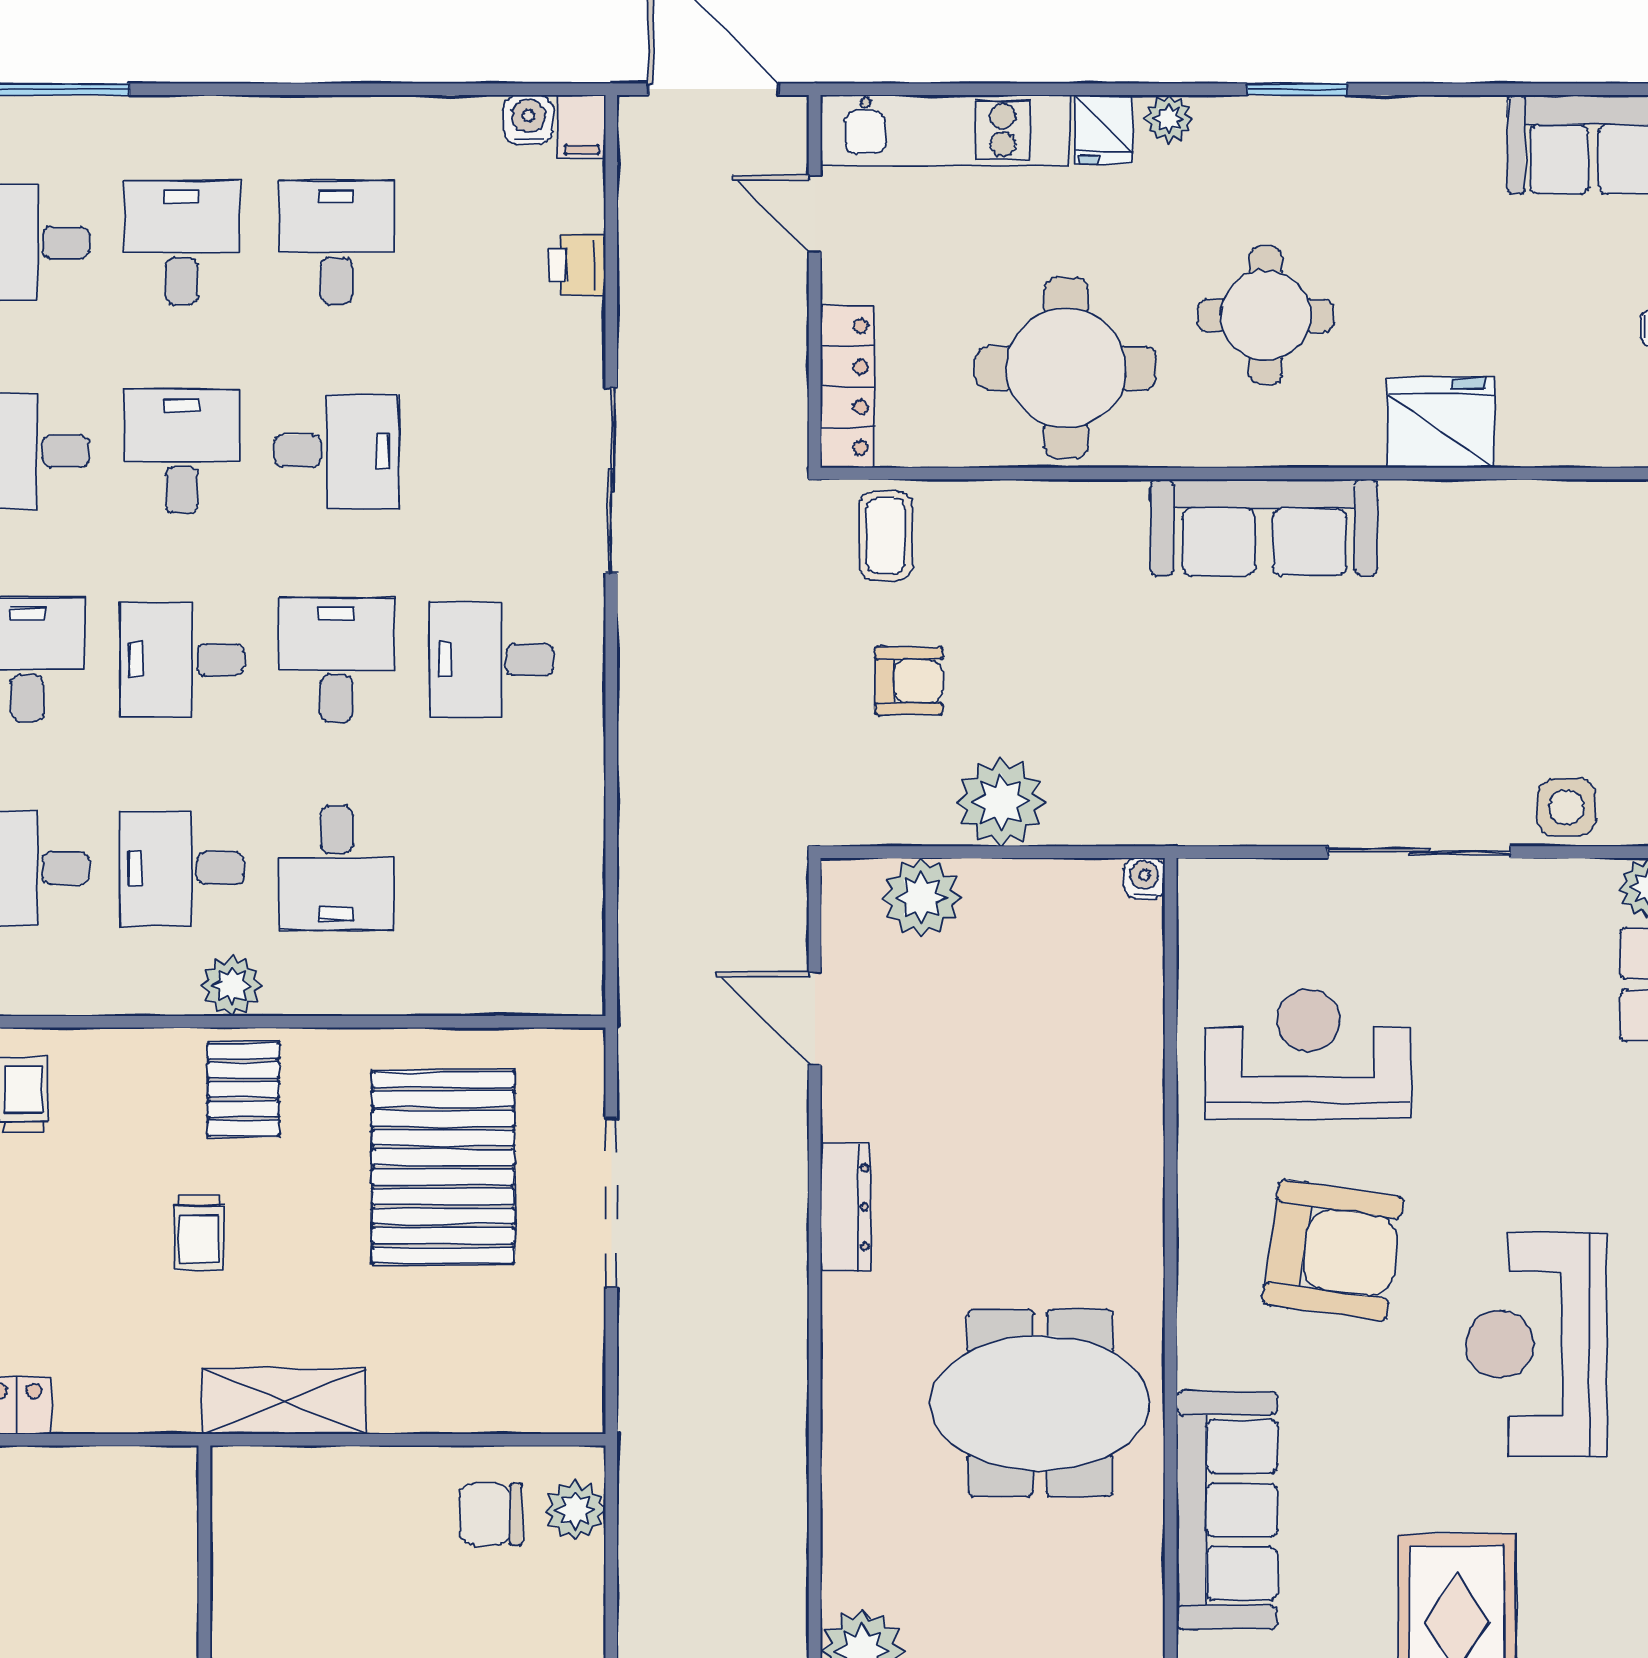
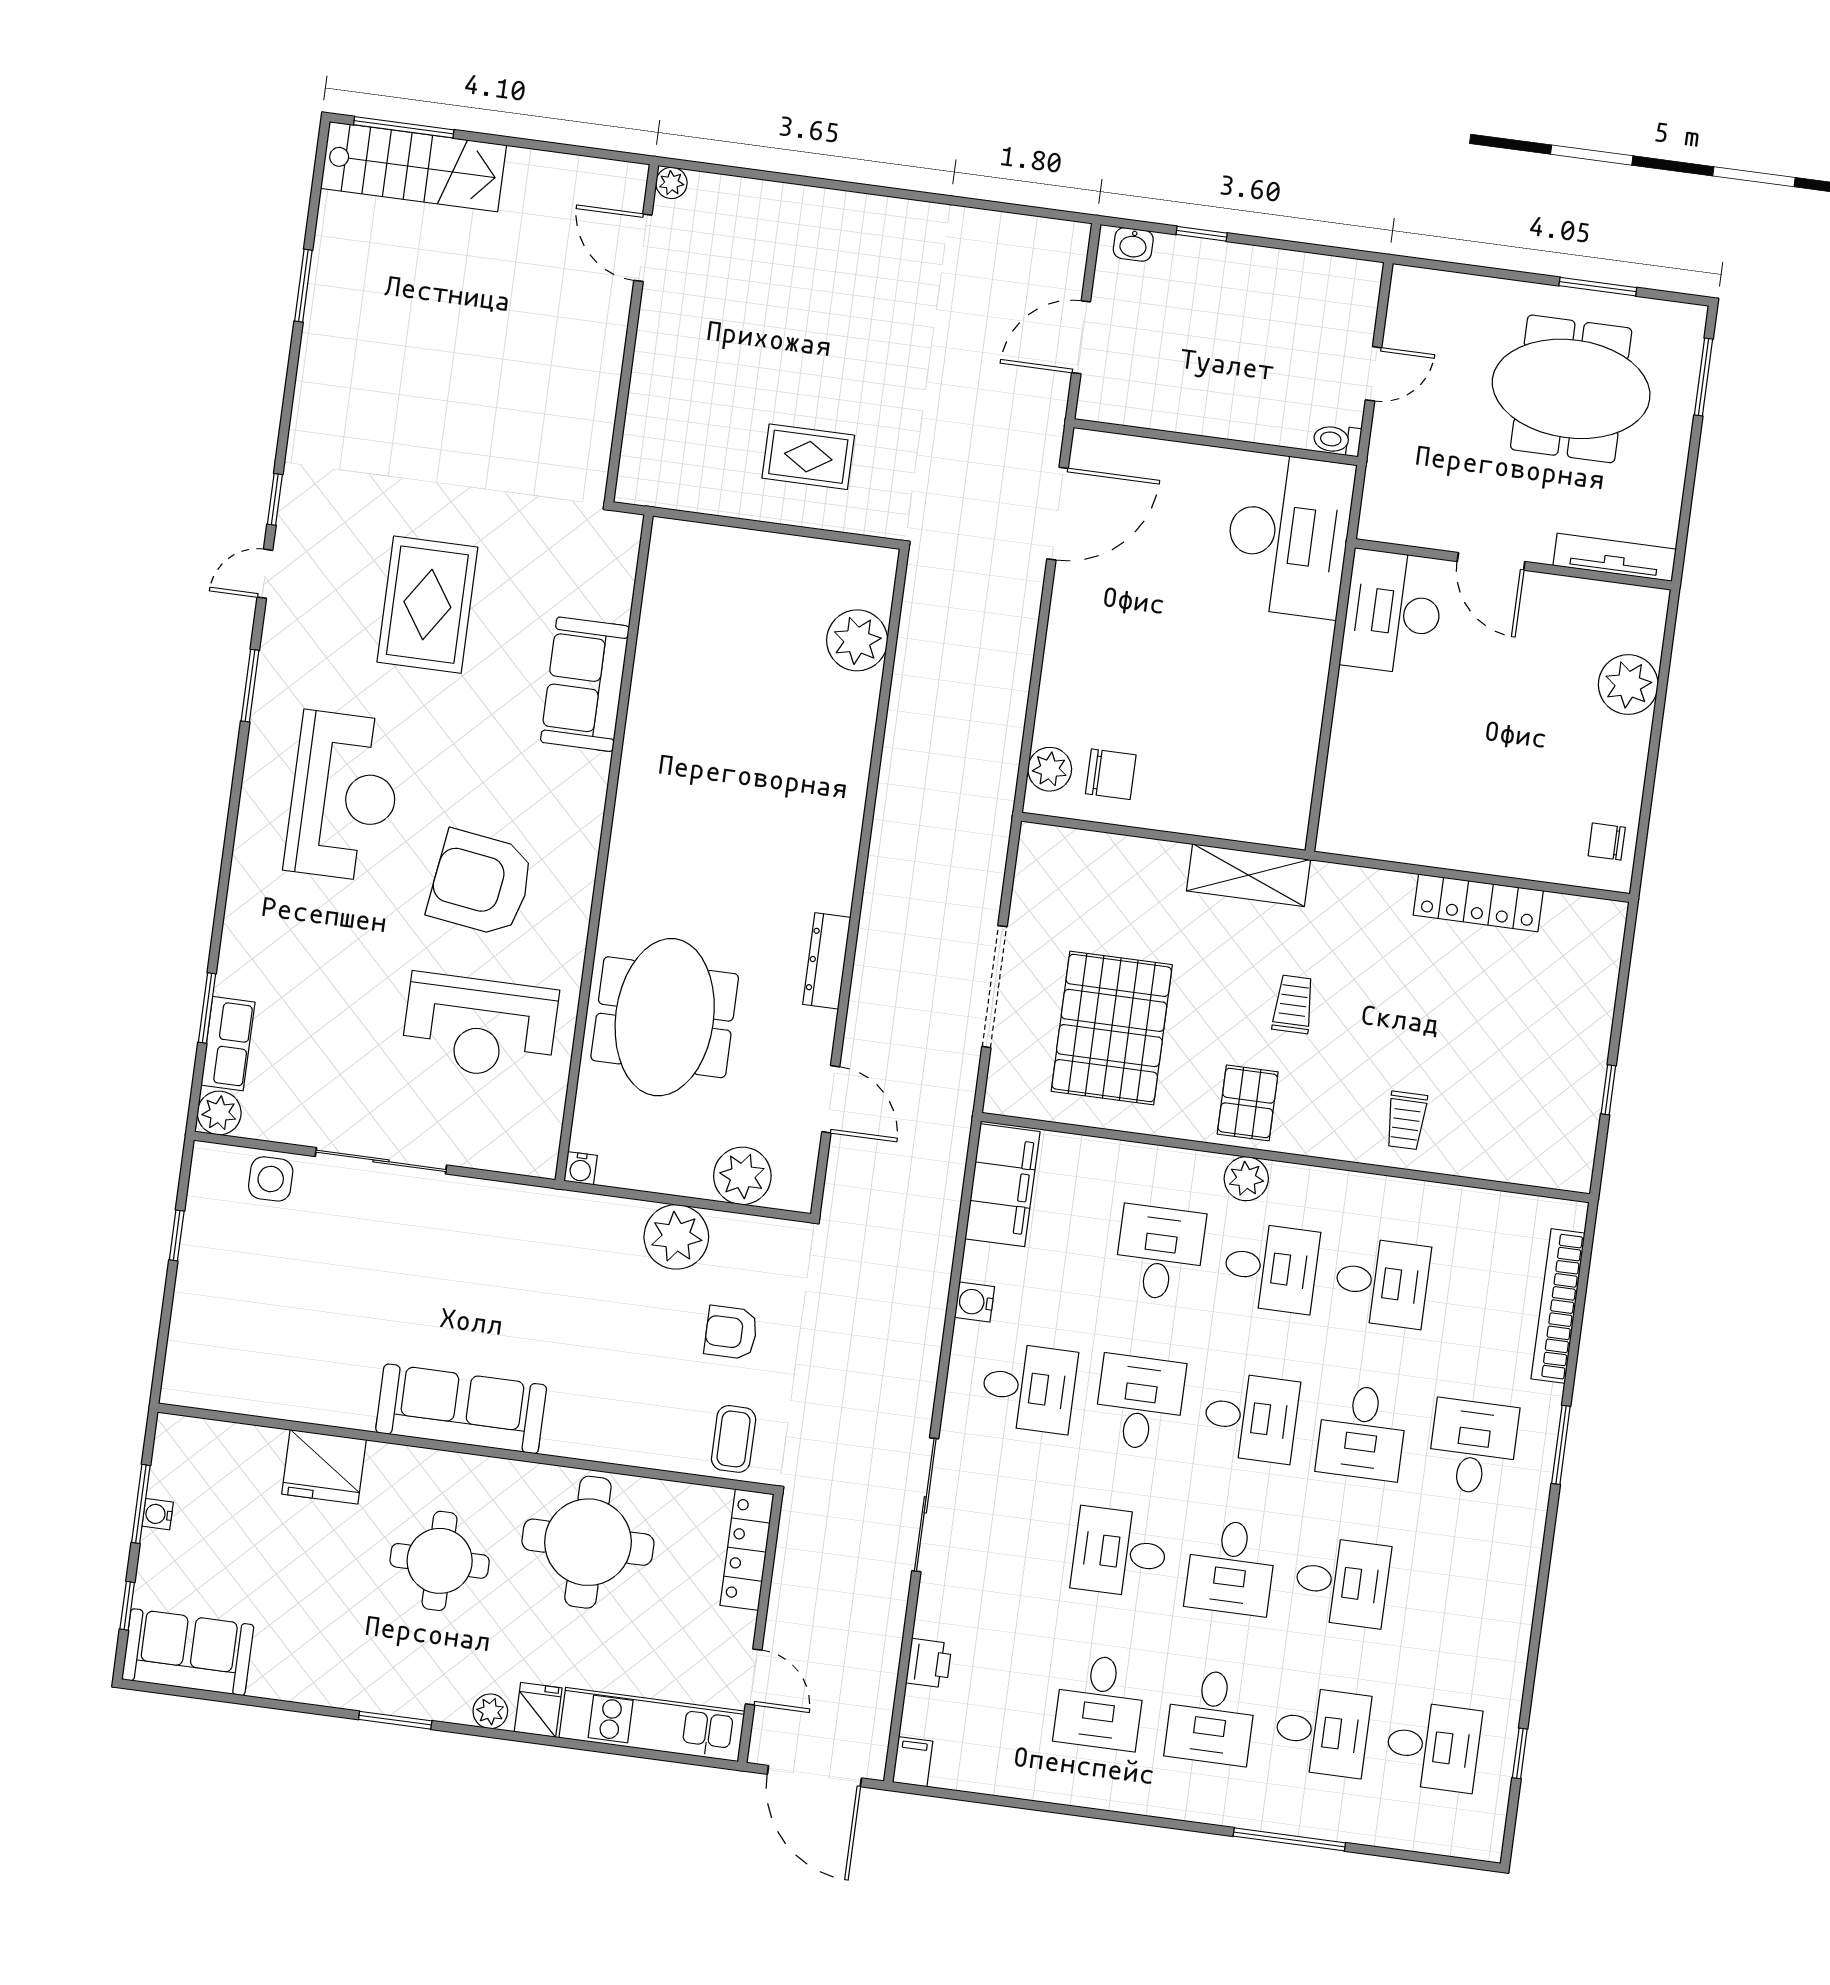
water cooler: (528, 120) -> (975, 1302), moved, turned 90
desk: (336, 660) -> (1140, 1403), turned 180
filing cabinet: (564, 932) -> (1002, 1185), added
meeting table: (1040, 1403) -> (665, 1017), moved, turned 90
sofa: (1227, 1510) -> (585, 684), width x0.73

